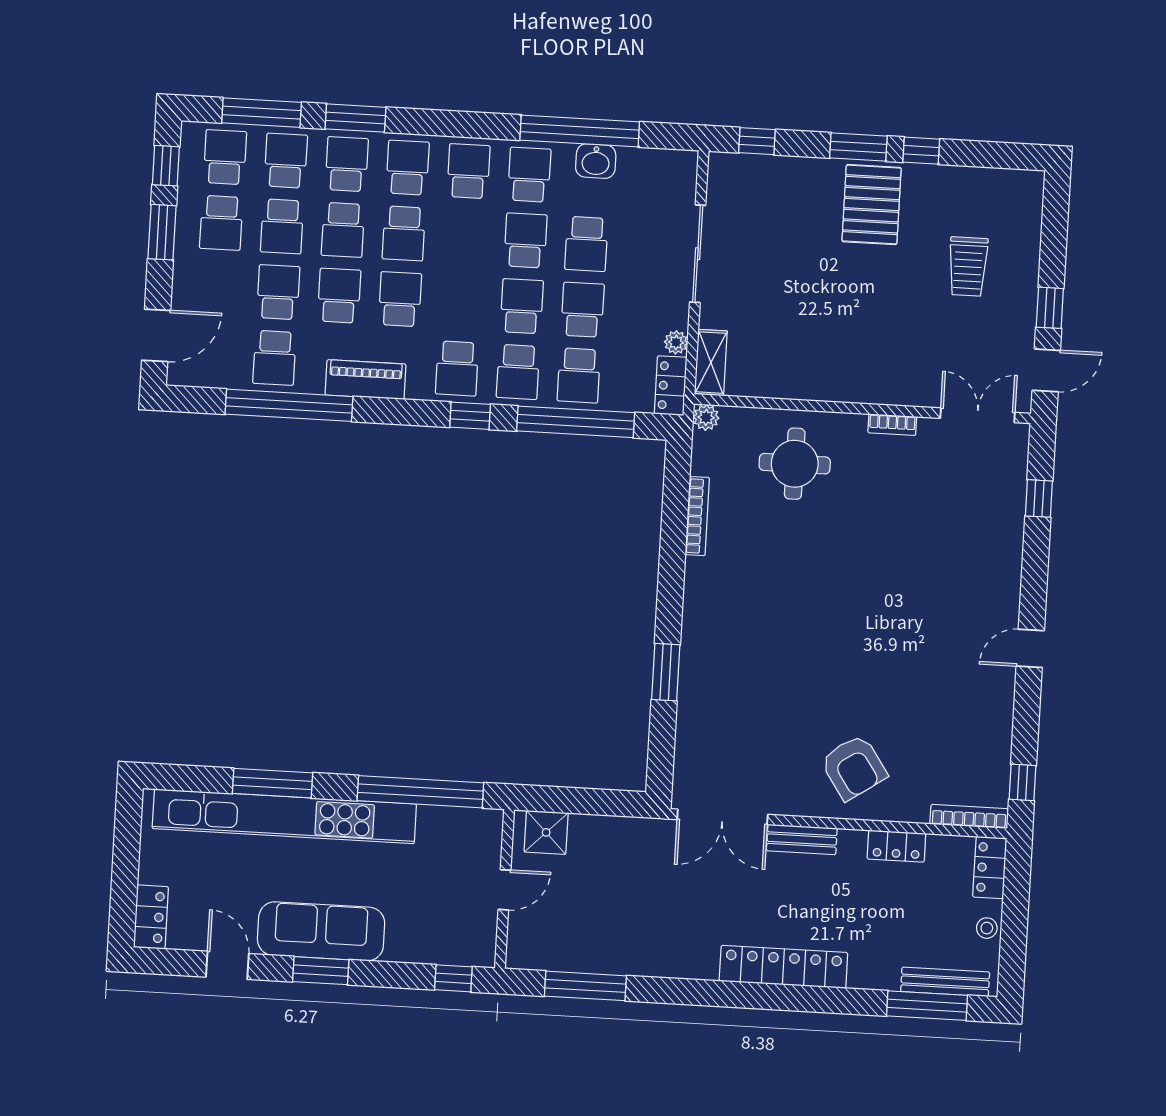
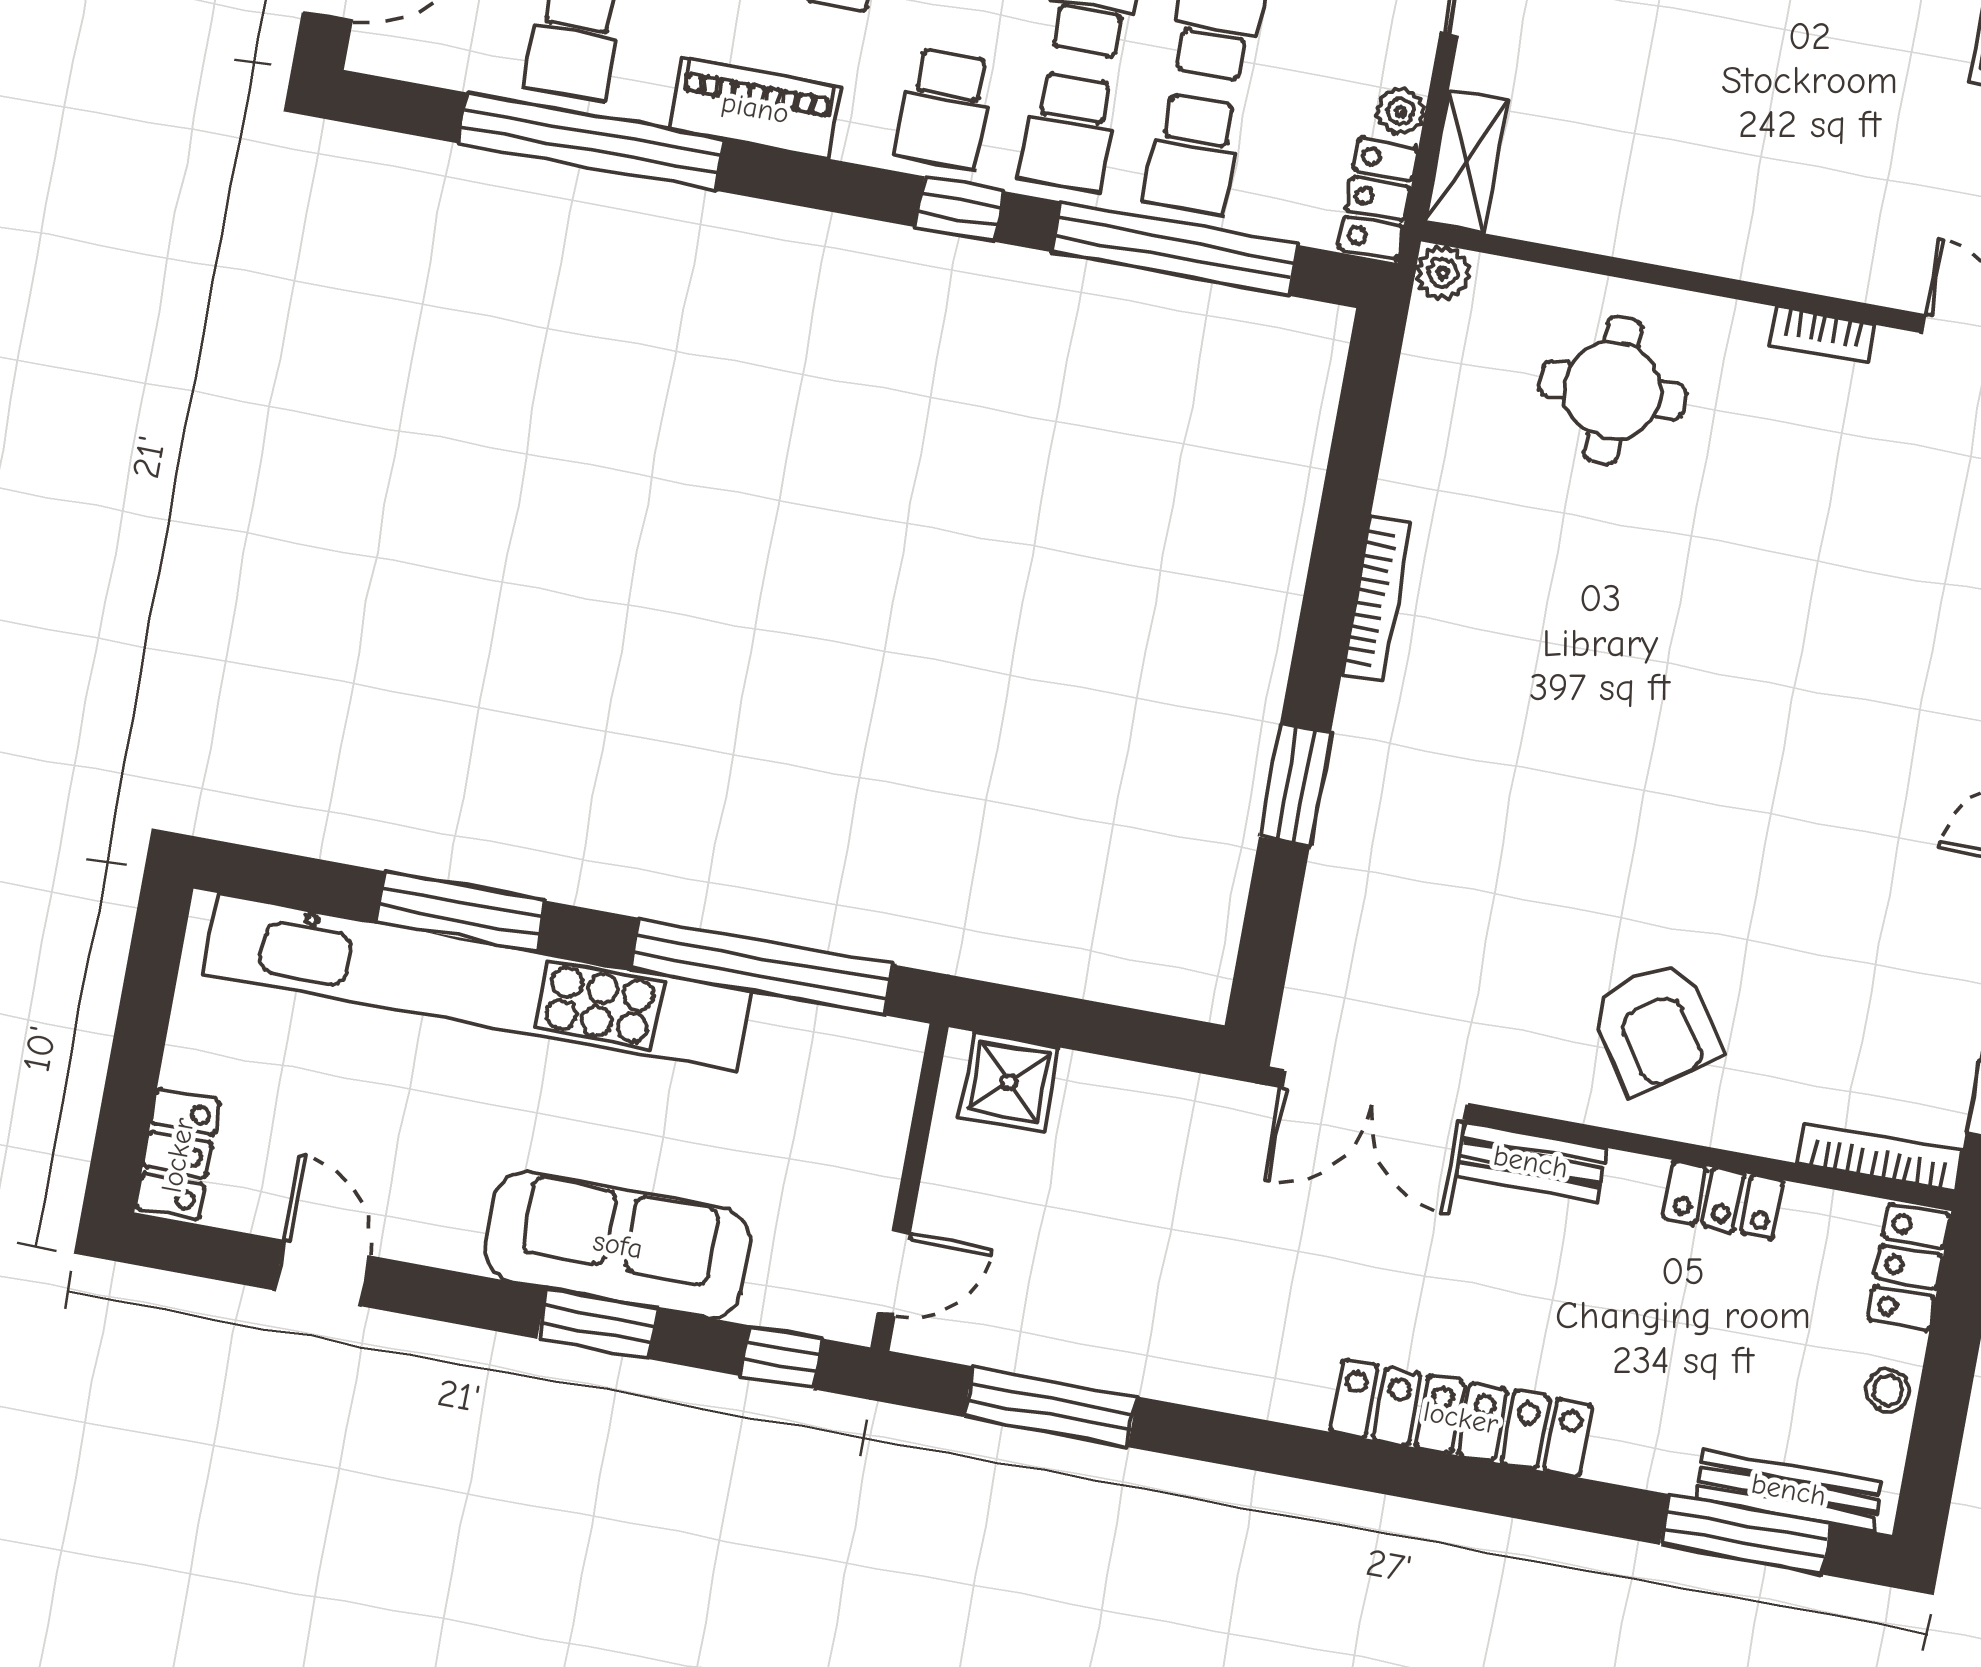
bookcase: (697, 516) -> (1376, 599), moved
door: (504, 890) -> (894, 1273), moved
sofa: (321, 931) -> (618, 1245), moved
window: (321, 971) -> (598, 1324), moved

